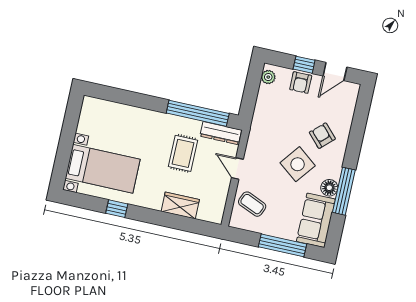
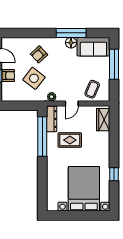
plant: (268, 77) -> (52, 97), moved
side table: (298, 164) -> (34, 78), moved
bed with nightstands: (103, 169) -> (84, 189), width x1.36
wardrobe: (180, 205) -> (103, 120), moved

